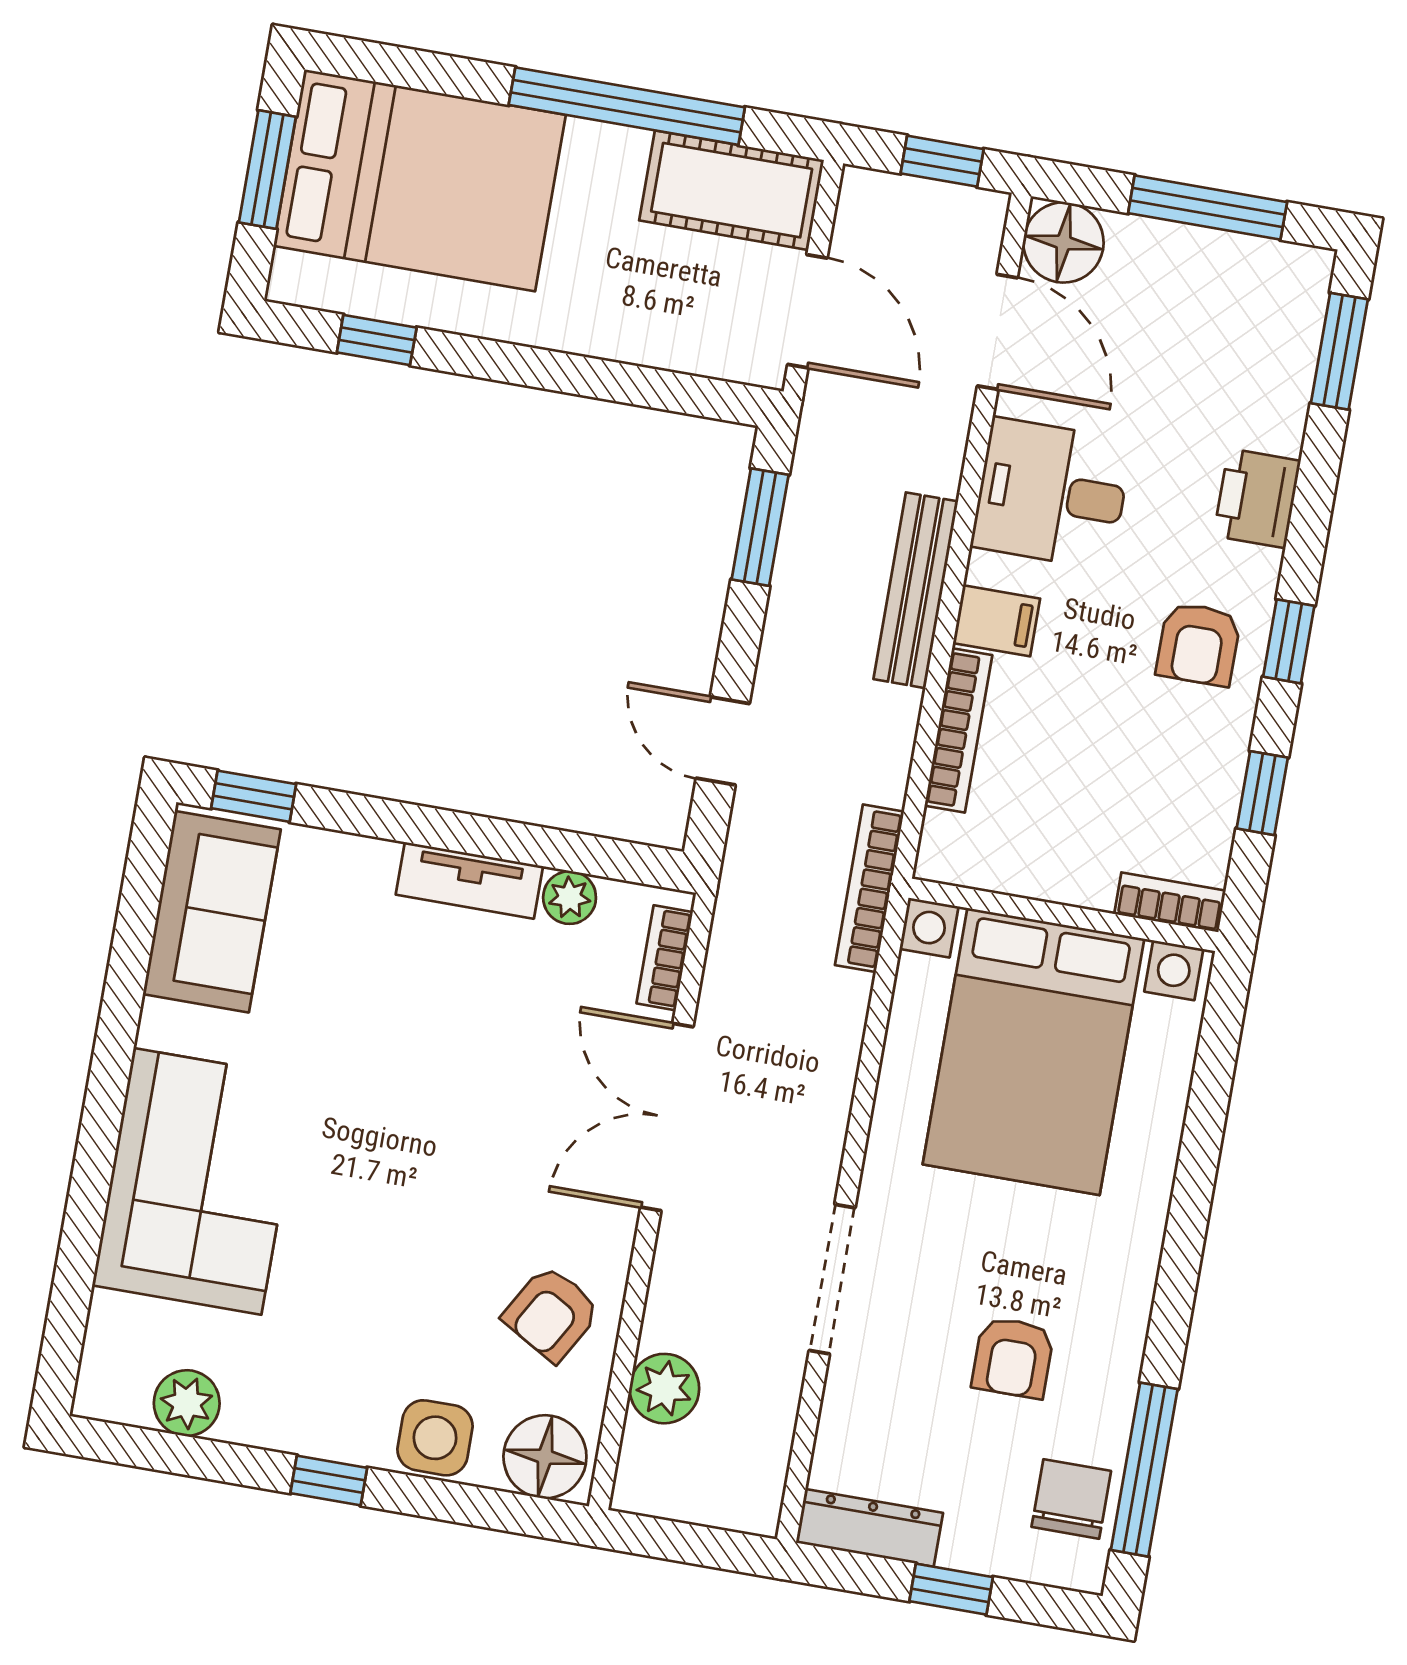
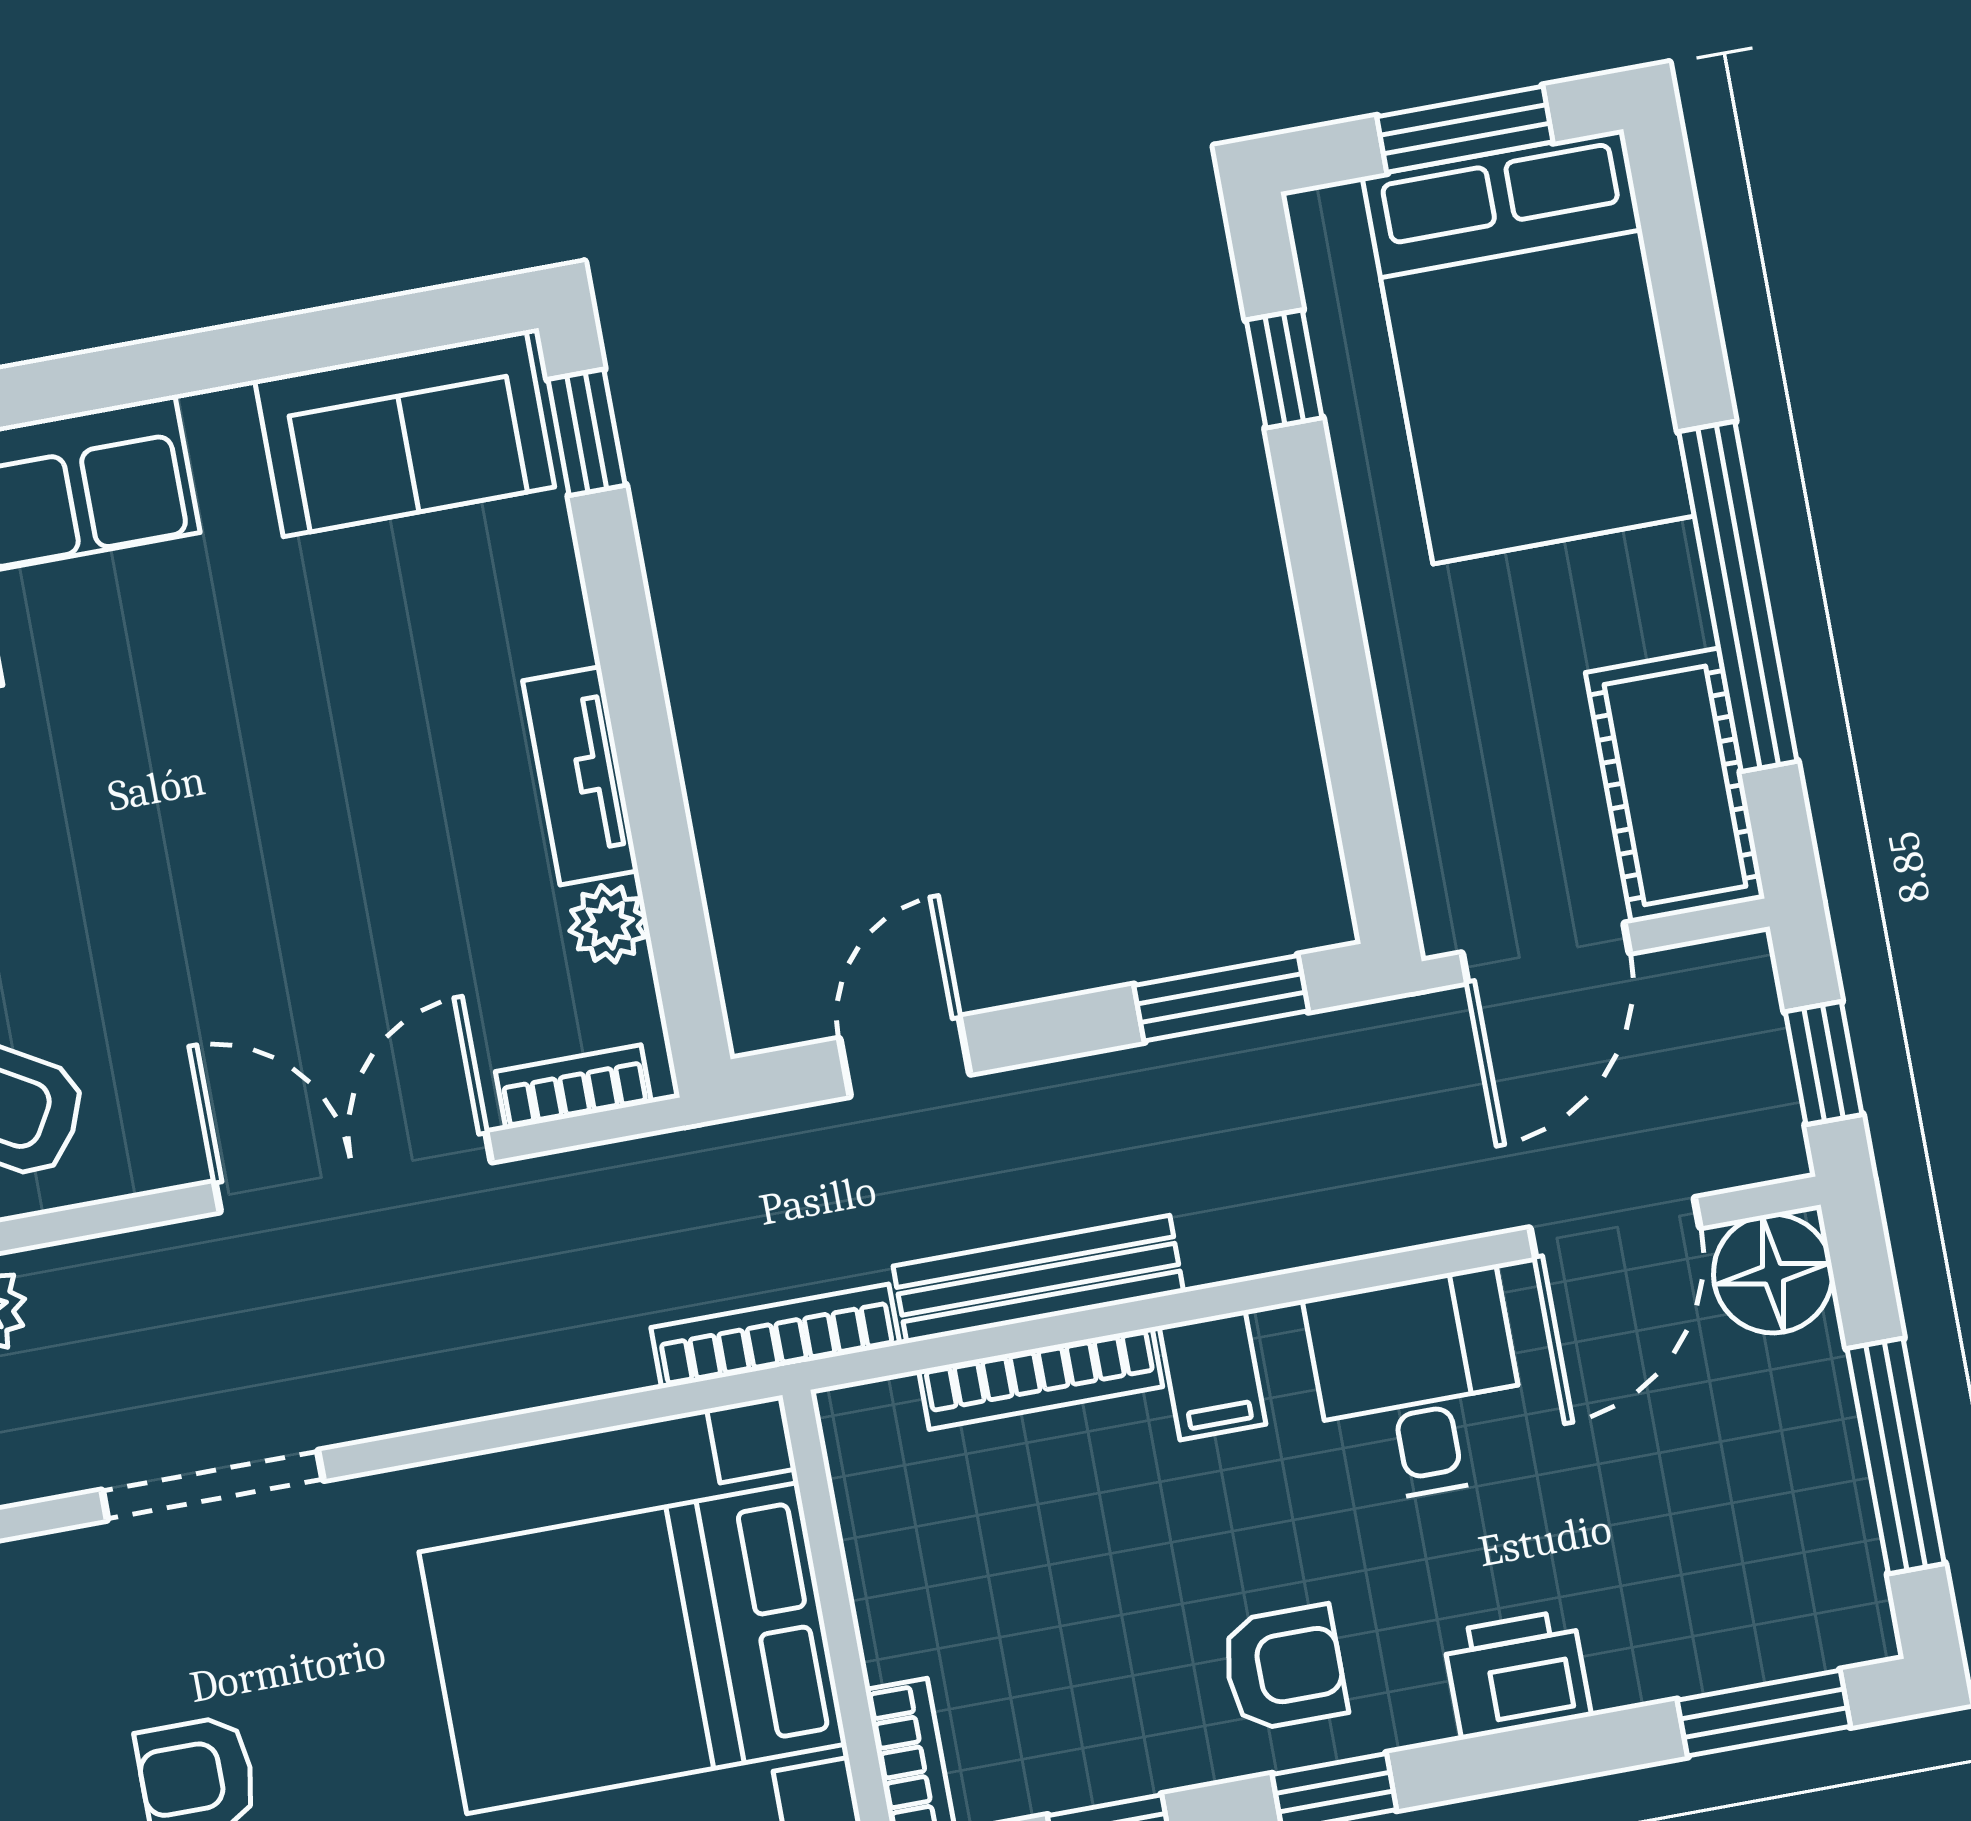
bench: (916, 590) -> (1038, 1279), moved
armchair: (1198, 644) -> (1284, 1668), turned 180

